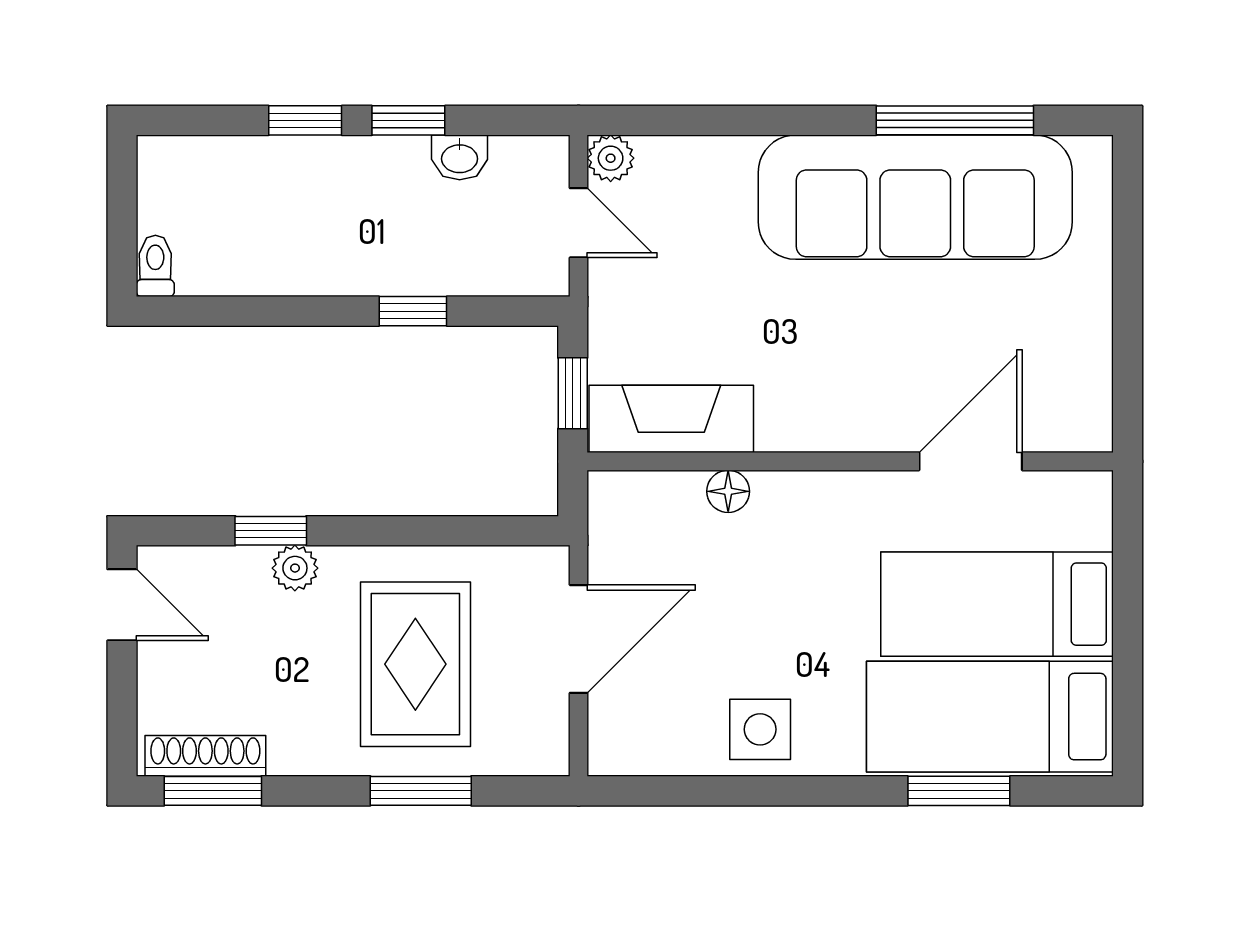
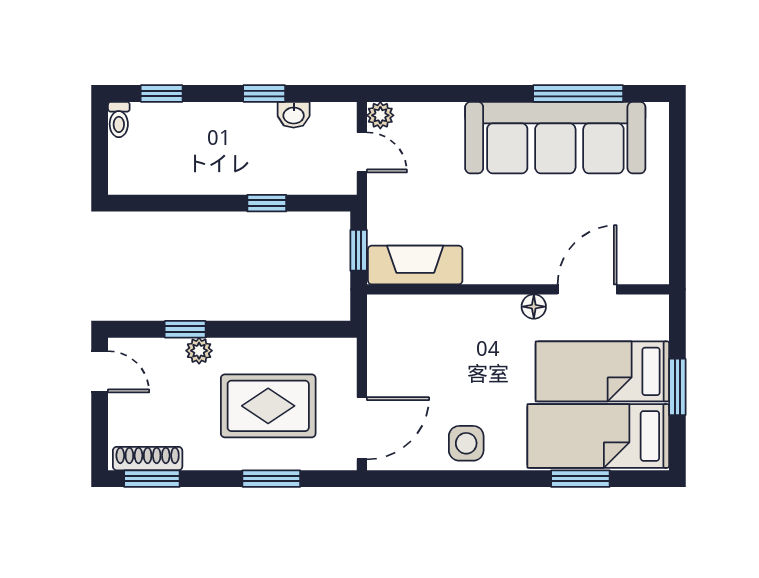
window: (305, 120) -> (162, 94), moved
toilet: (155, 266) -> (119, 120), moved, turned 180
floor lamp: (728, 491) -> (534, 307), moved
window: (1128, 631) -> (677, 387), added
door: (579, 639) -> (362, 428), moved
rug: (415, 664) -> (268, 406), turned 90

